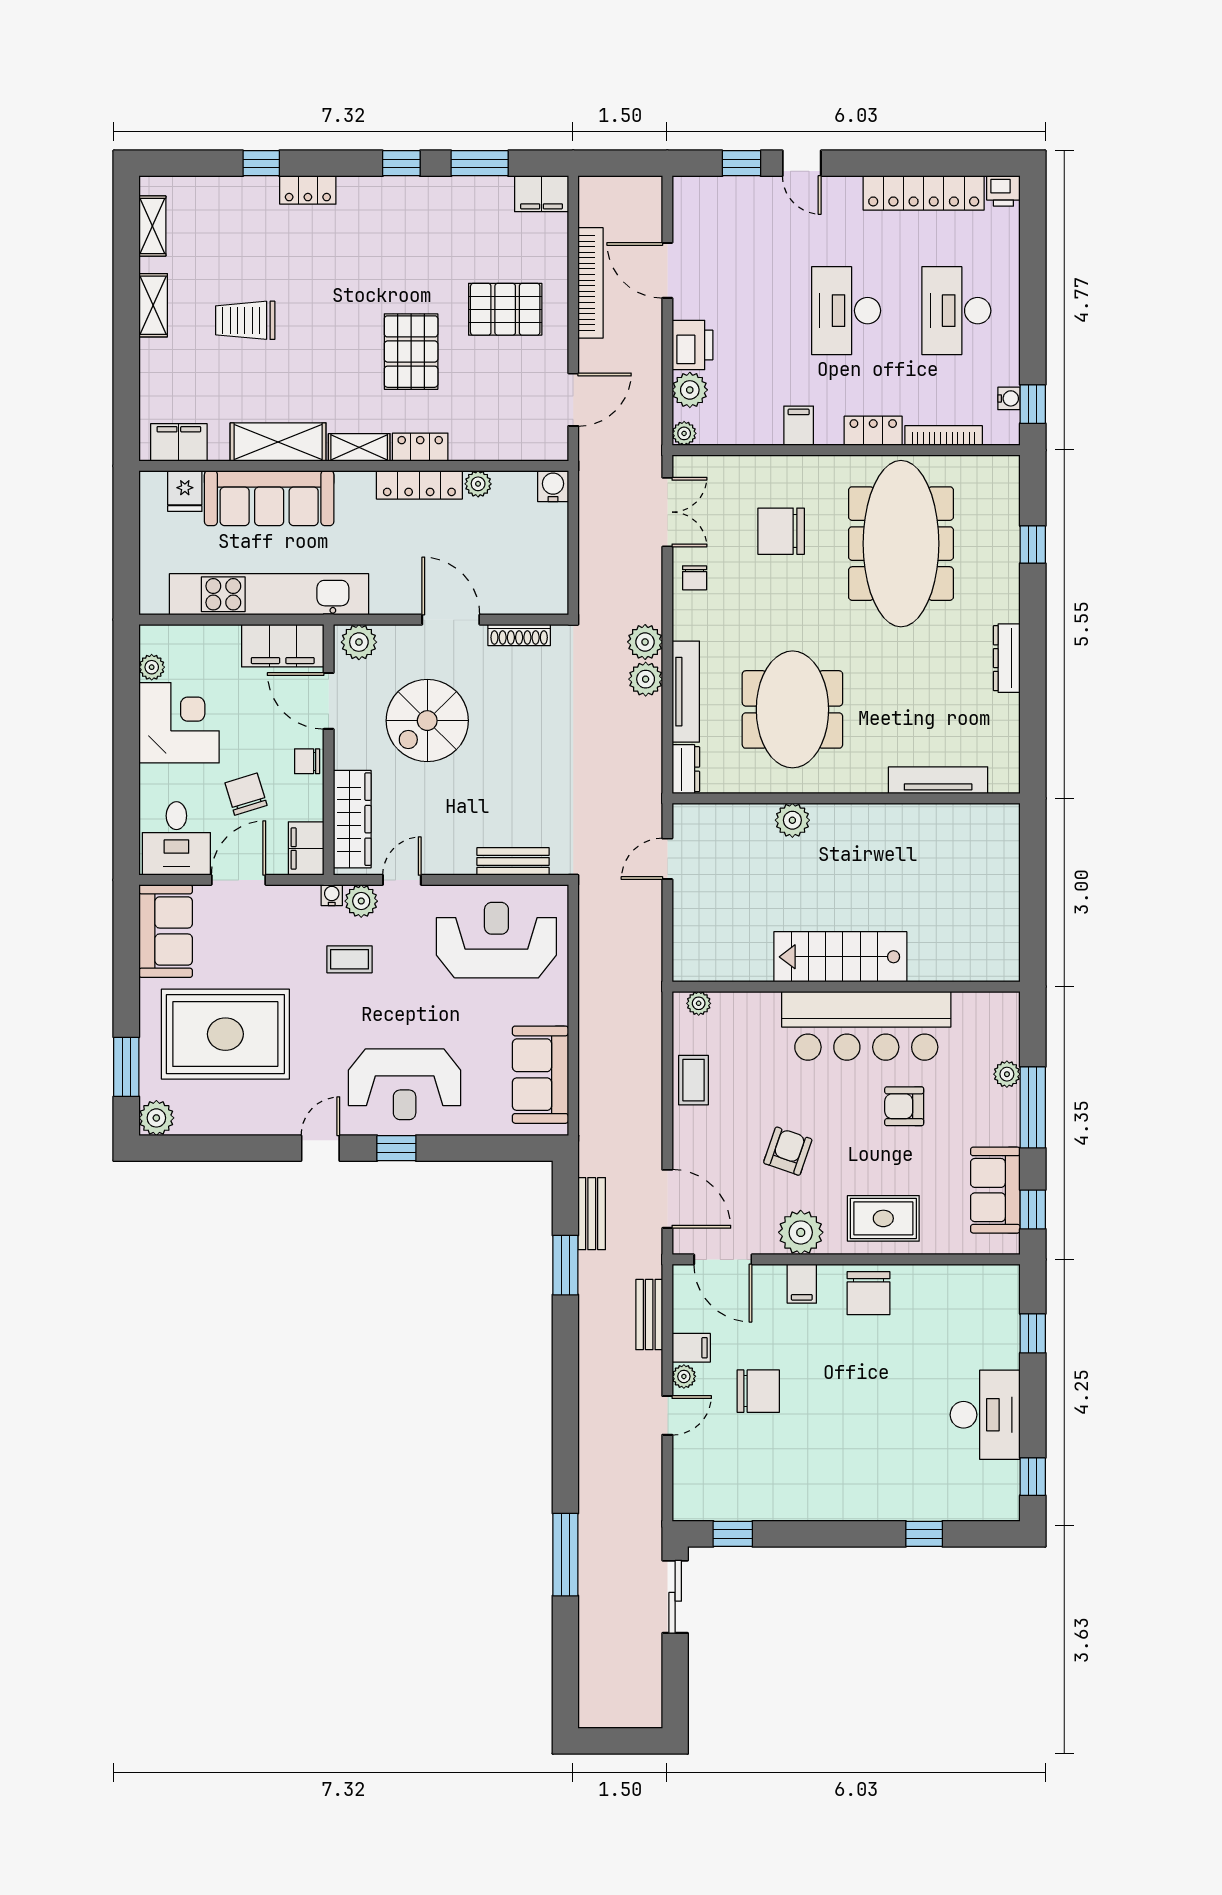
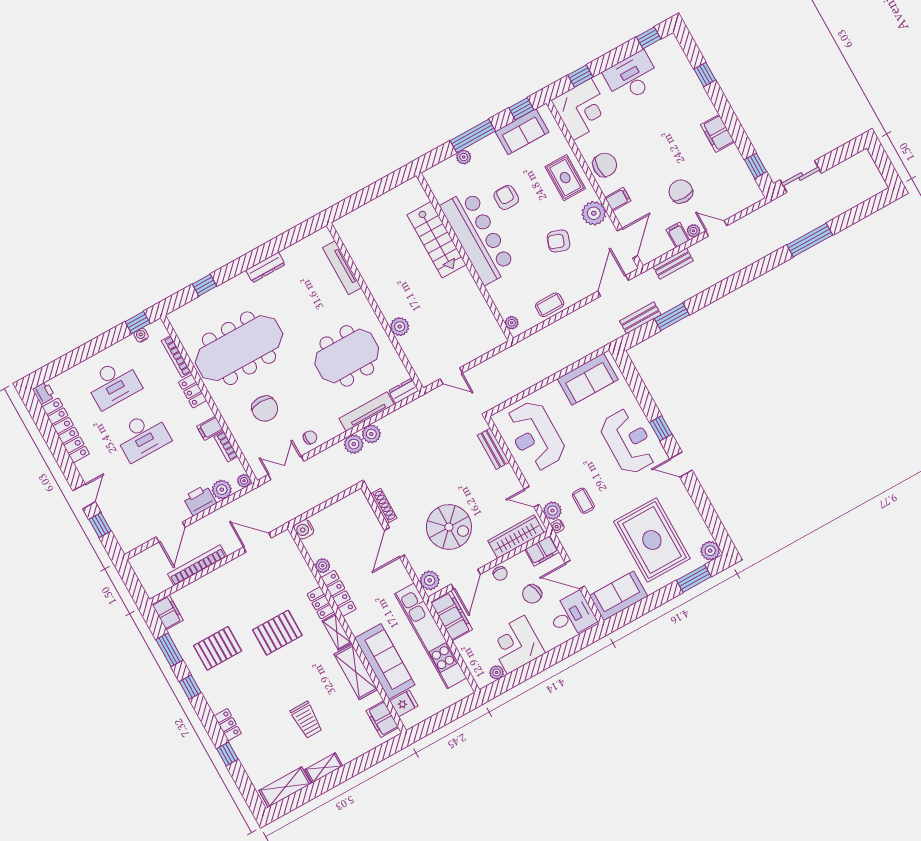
shelving: (152, 226) -> (285, 787), width x1.50, depth x1.33
pallet: (505, 309) -> (218, 648), moved, turned 90
bookcase: (755, 435) -> (226, 447), added
stairs: (840, 957) -> (437, 240), moved
armchair: (904, 1106) -> (506, 197), turned 180
corner desk: (978, 1306) -> (582, 109), added
filing cabinet: (818, 1502) -> (718, 133), added

